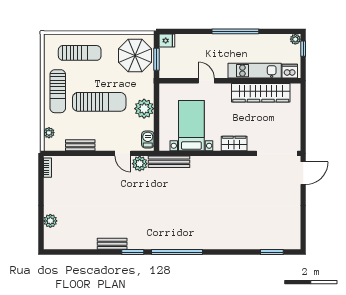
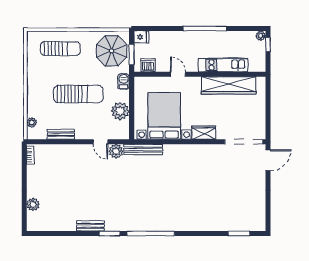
dishwasher: (290, 71) -> (148, 65), moved
sun lounger: (58, 91) -> (40, 84), removed
plant: (144, 109) -> (120, 111), moved
bed with nightstands: (191, 126) -> (164, 116), width x1.36
barbecue: (148, 140) -> (124, 81), moved

